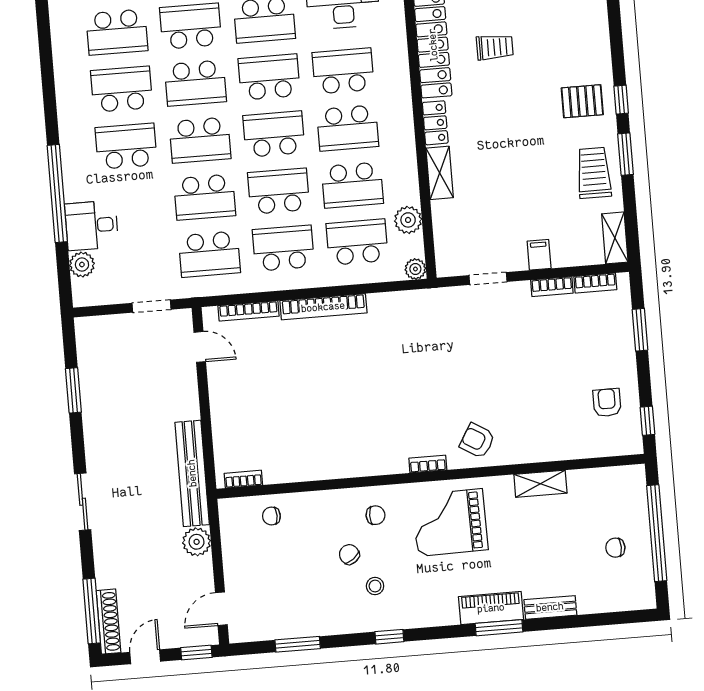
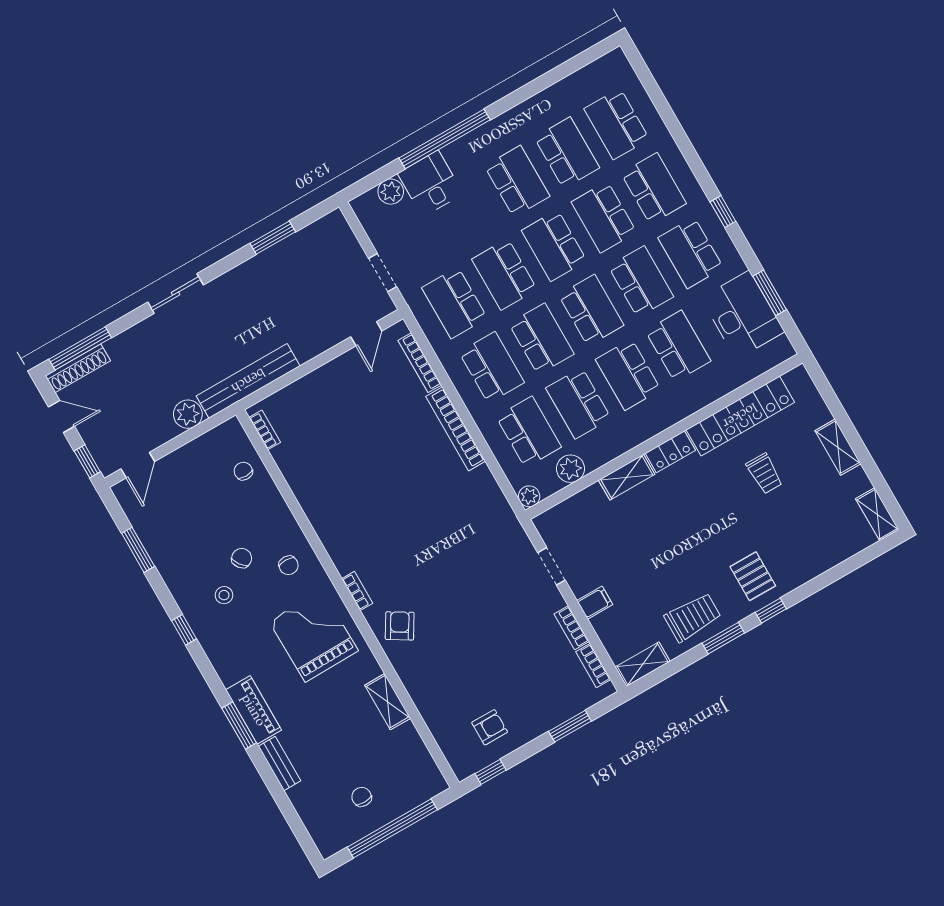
door: (221, 609) -> (138, 465), swing flipped

